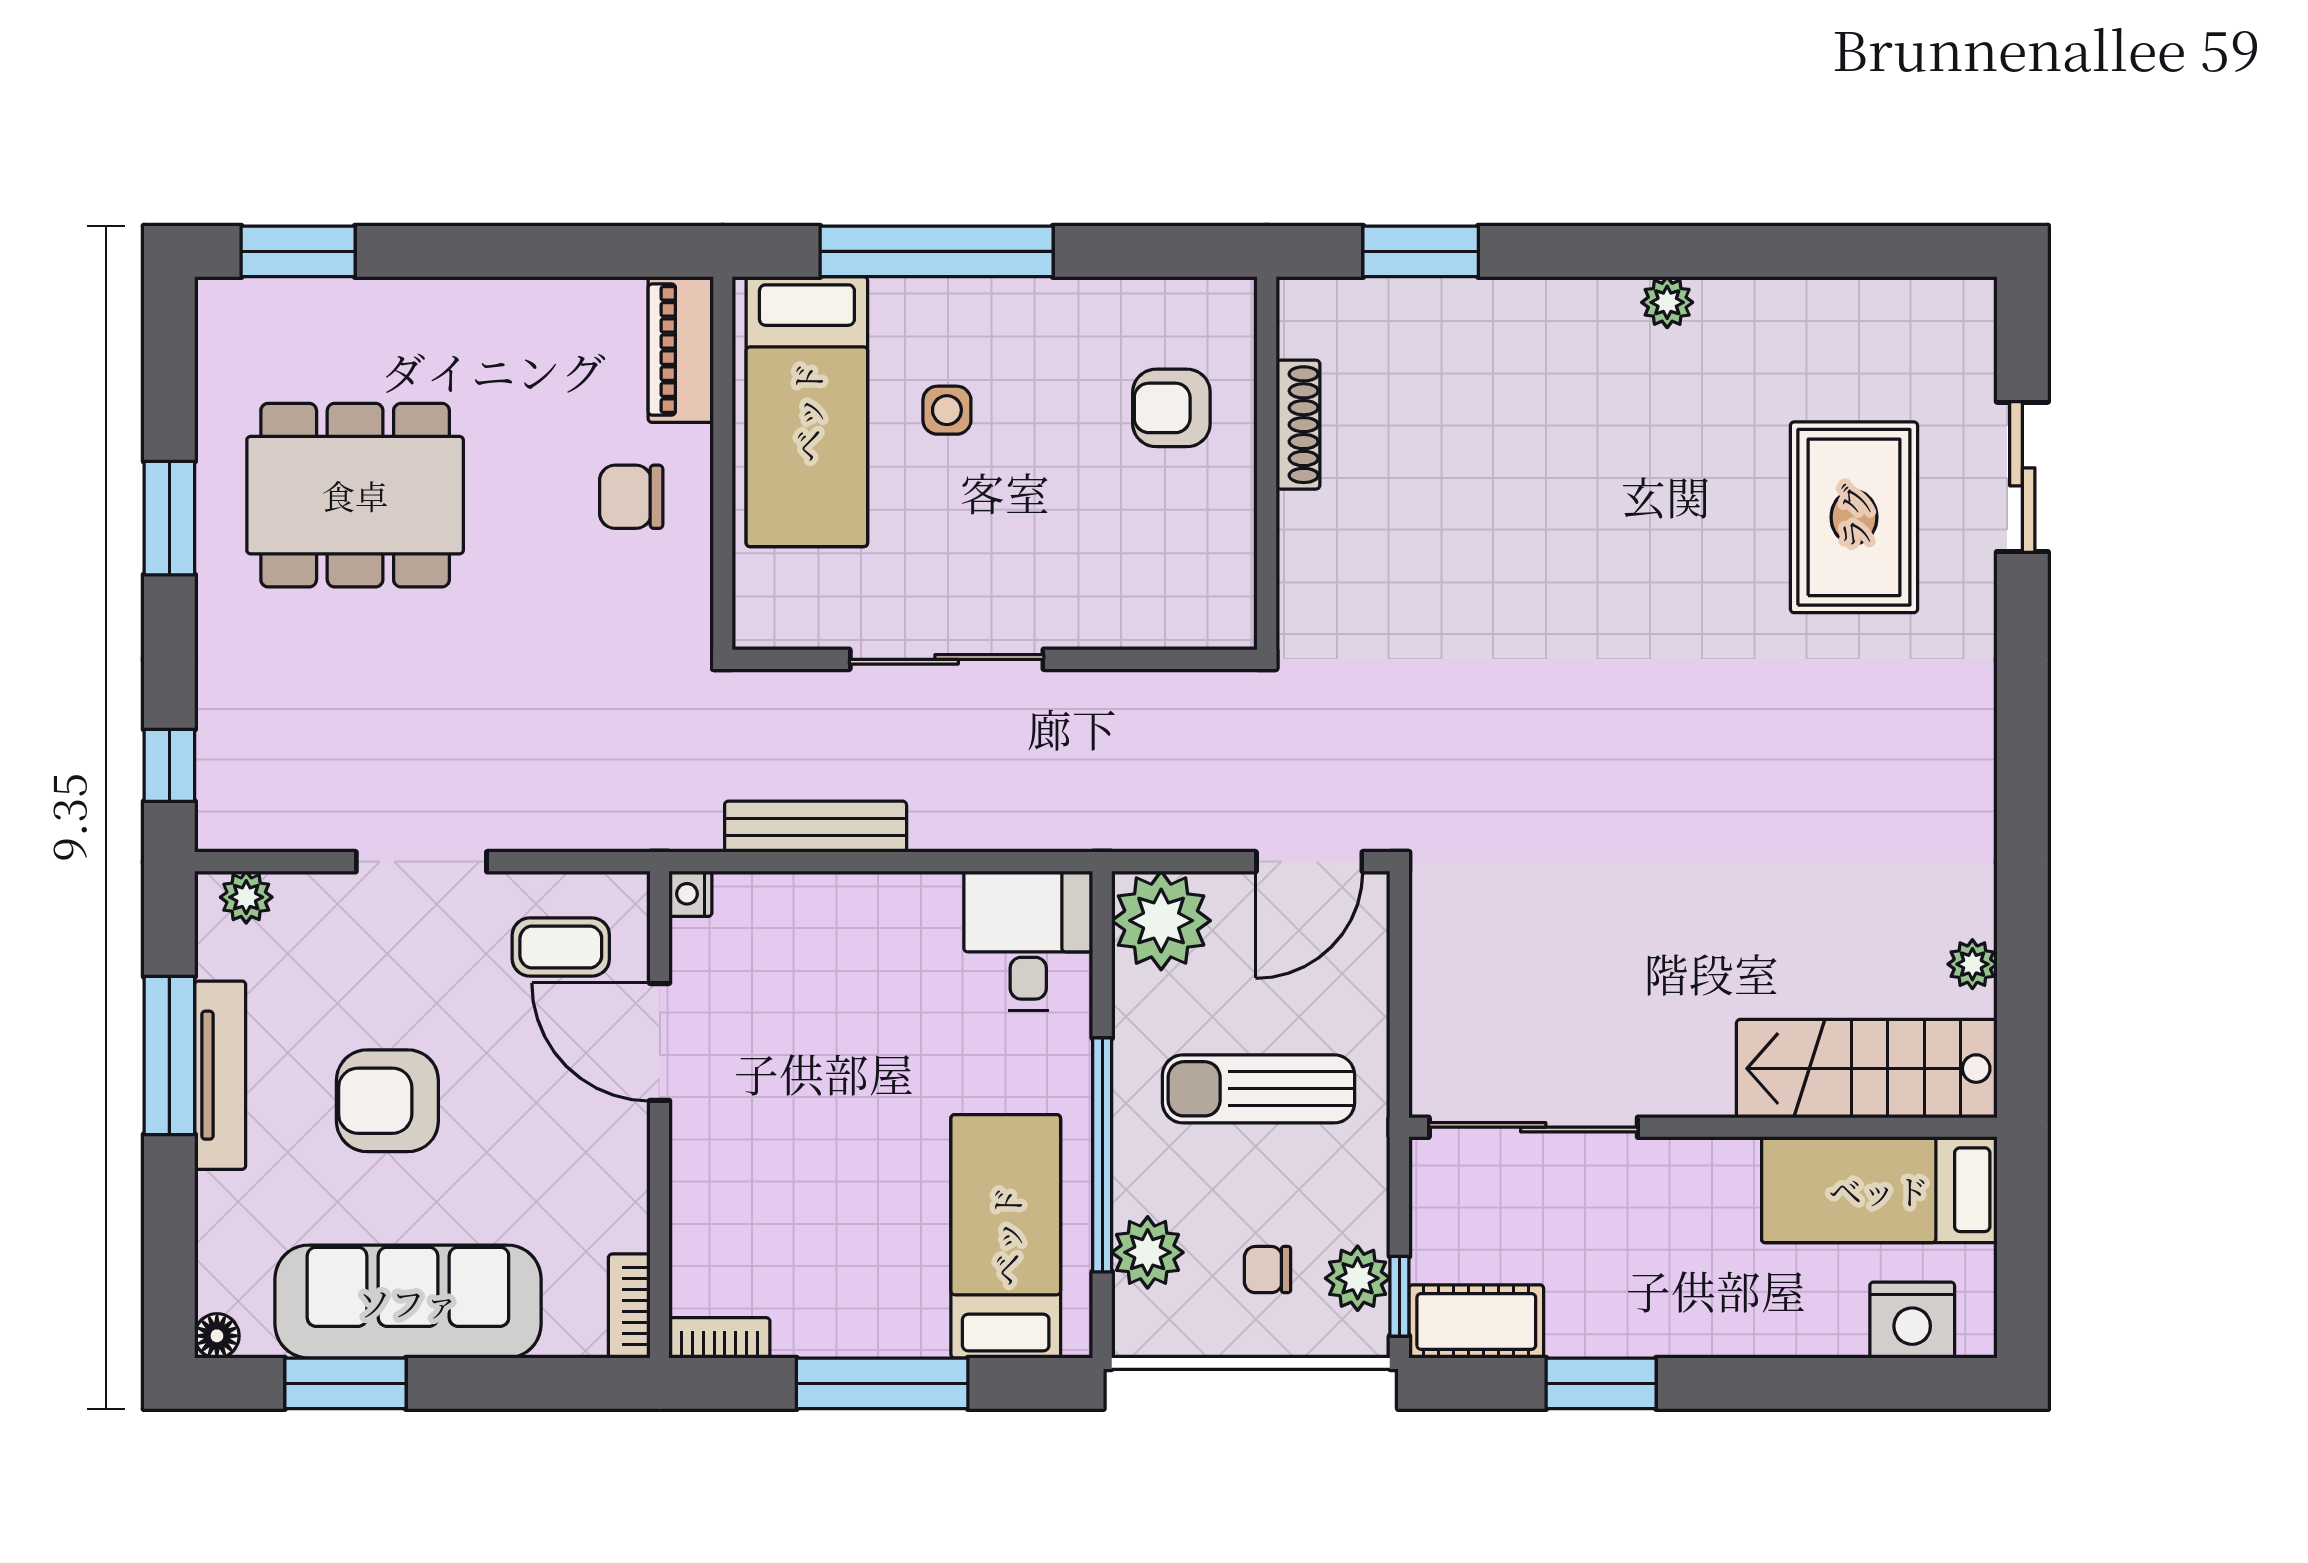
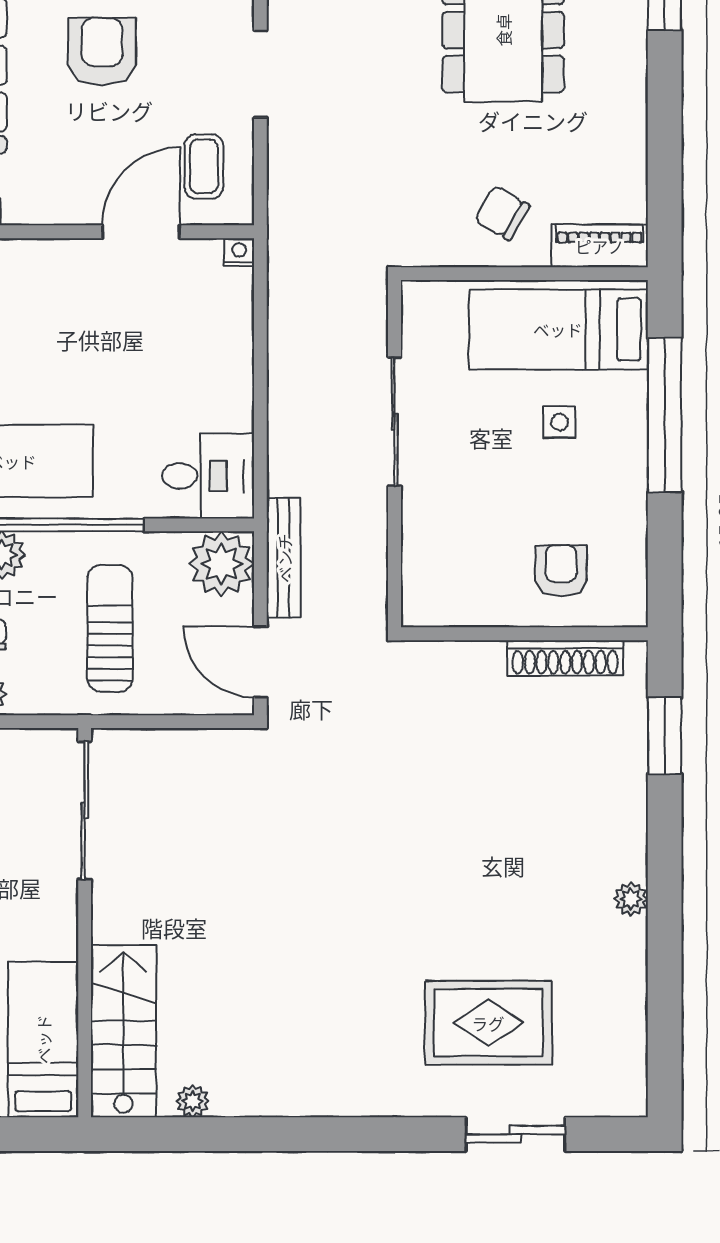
shoe rack: (1298, 425) -> (565, 658), width x1.36, depth x1.24
chair: (631, 497) -> (502, 213), turned -60
bench: (816, 827) -> (284, 558), moved

